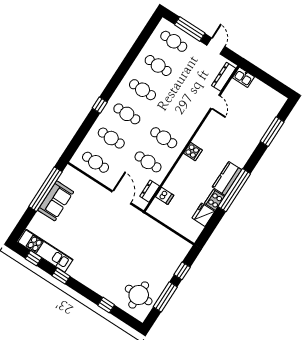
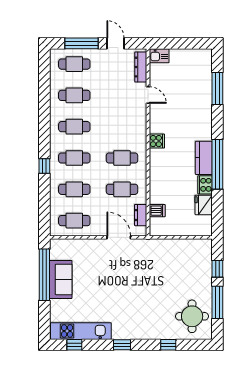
cooker: (193, 152) -> (157, 141), moved
window: (61, 276) -> (122, 345), moved

